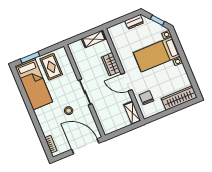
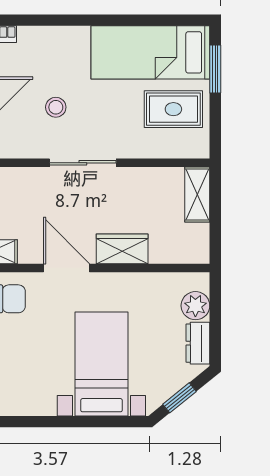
plant: (121, 28) -> (195, 306), added
shelving: (94, 39) -> (197, 194), moved
door: (127, 82) -> (67, 268), hinge flipped

